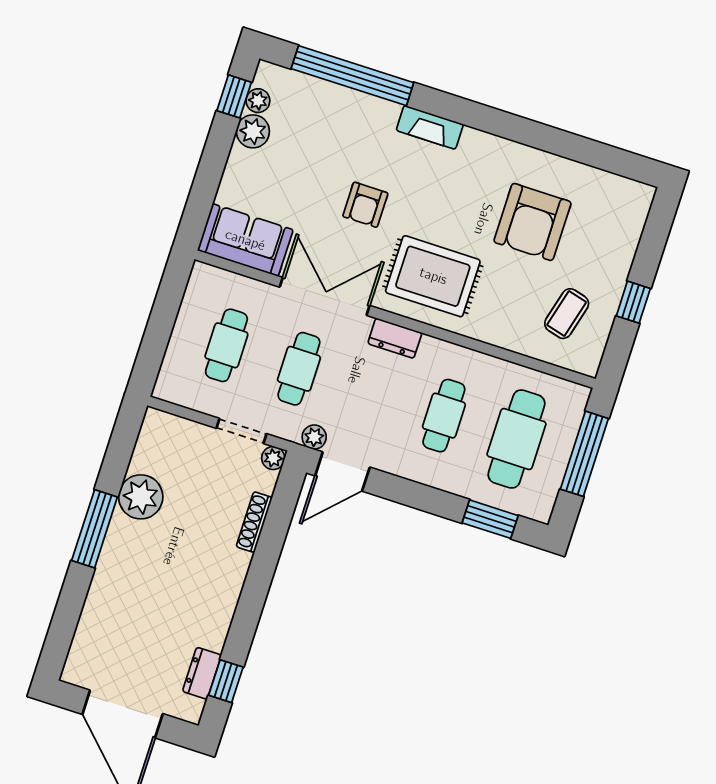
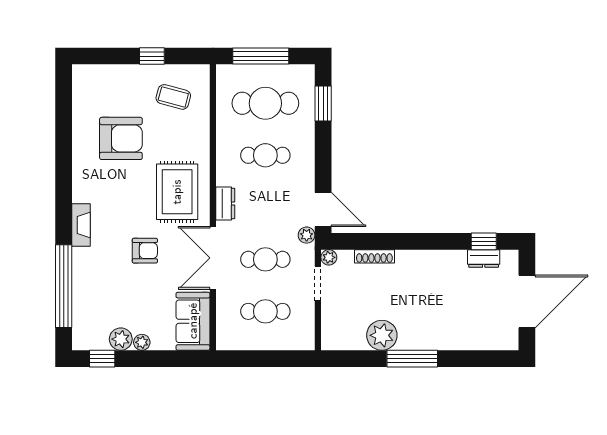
plant: (258, 101) -> (142, 342), moved

